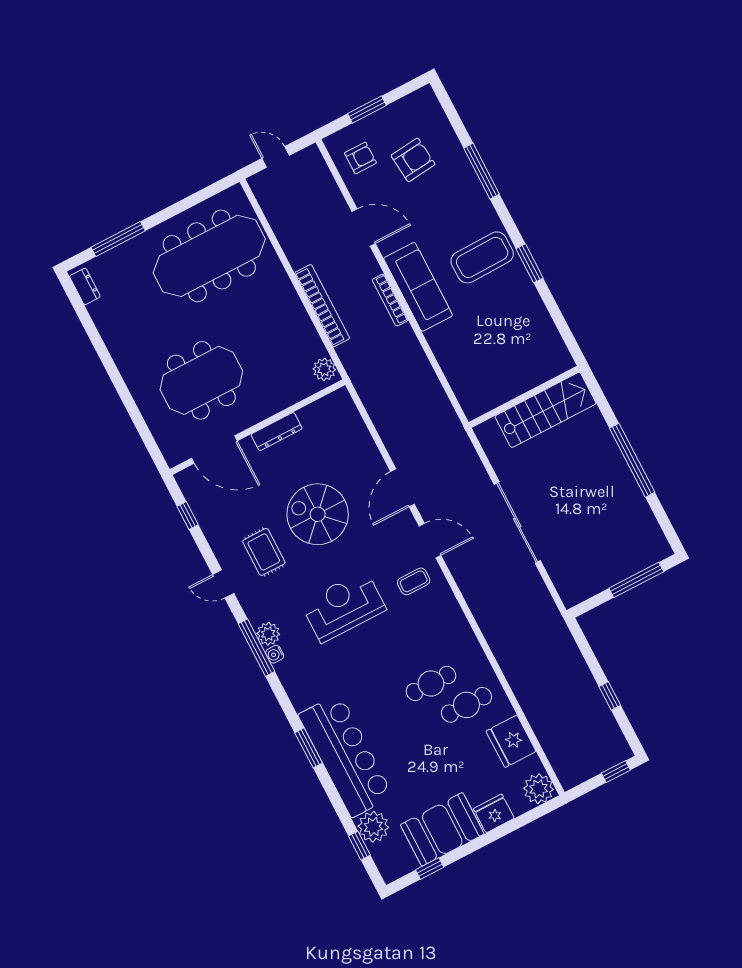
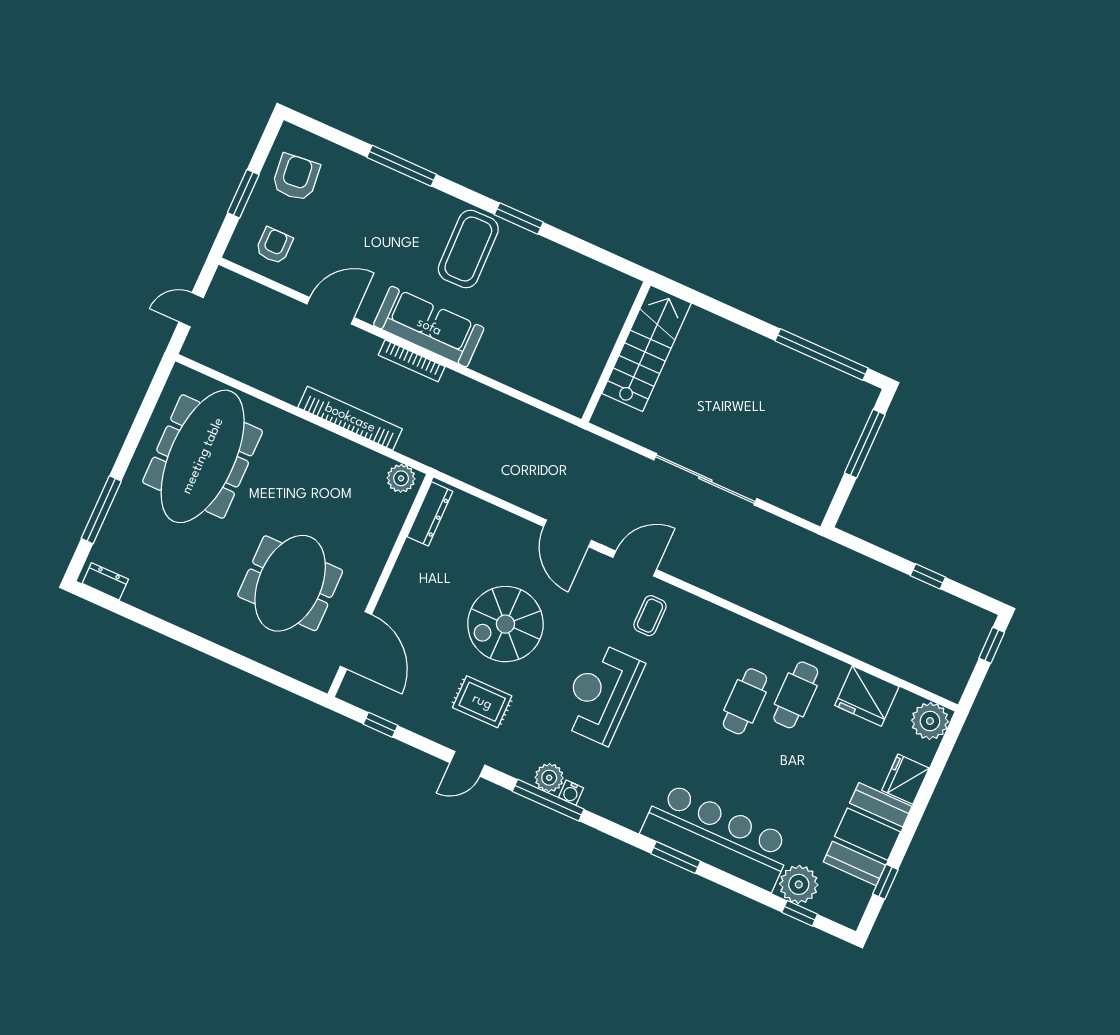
armchair: (413, 160) -> (296, 177), moved
dresser: (277, 432) -> (430, 514), moved
door: (214, 450) -> (356, 640), hinge flipped
window: (632, 460) -> (822, 355), moved

